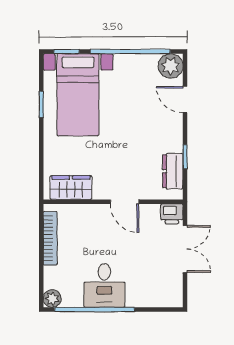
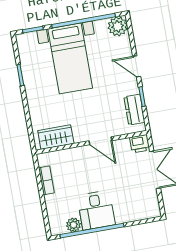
bed with nightstands: (78, 95) -> (70, 58), moved
door: (185, 100) -> (137, 66), moved
bookcase: (50, 238) -> (46, 180), width x0.64
plant: (52, 299) -> (73, 225), moved

